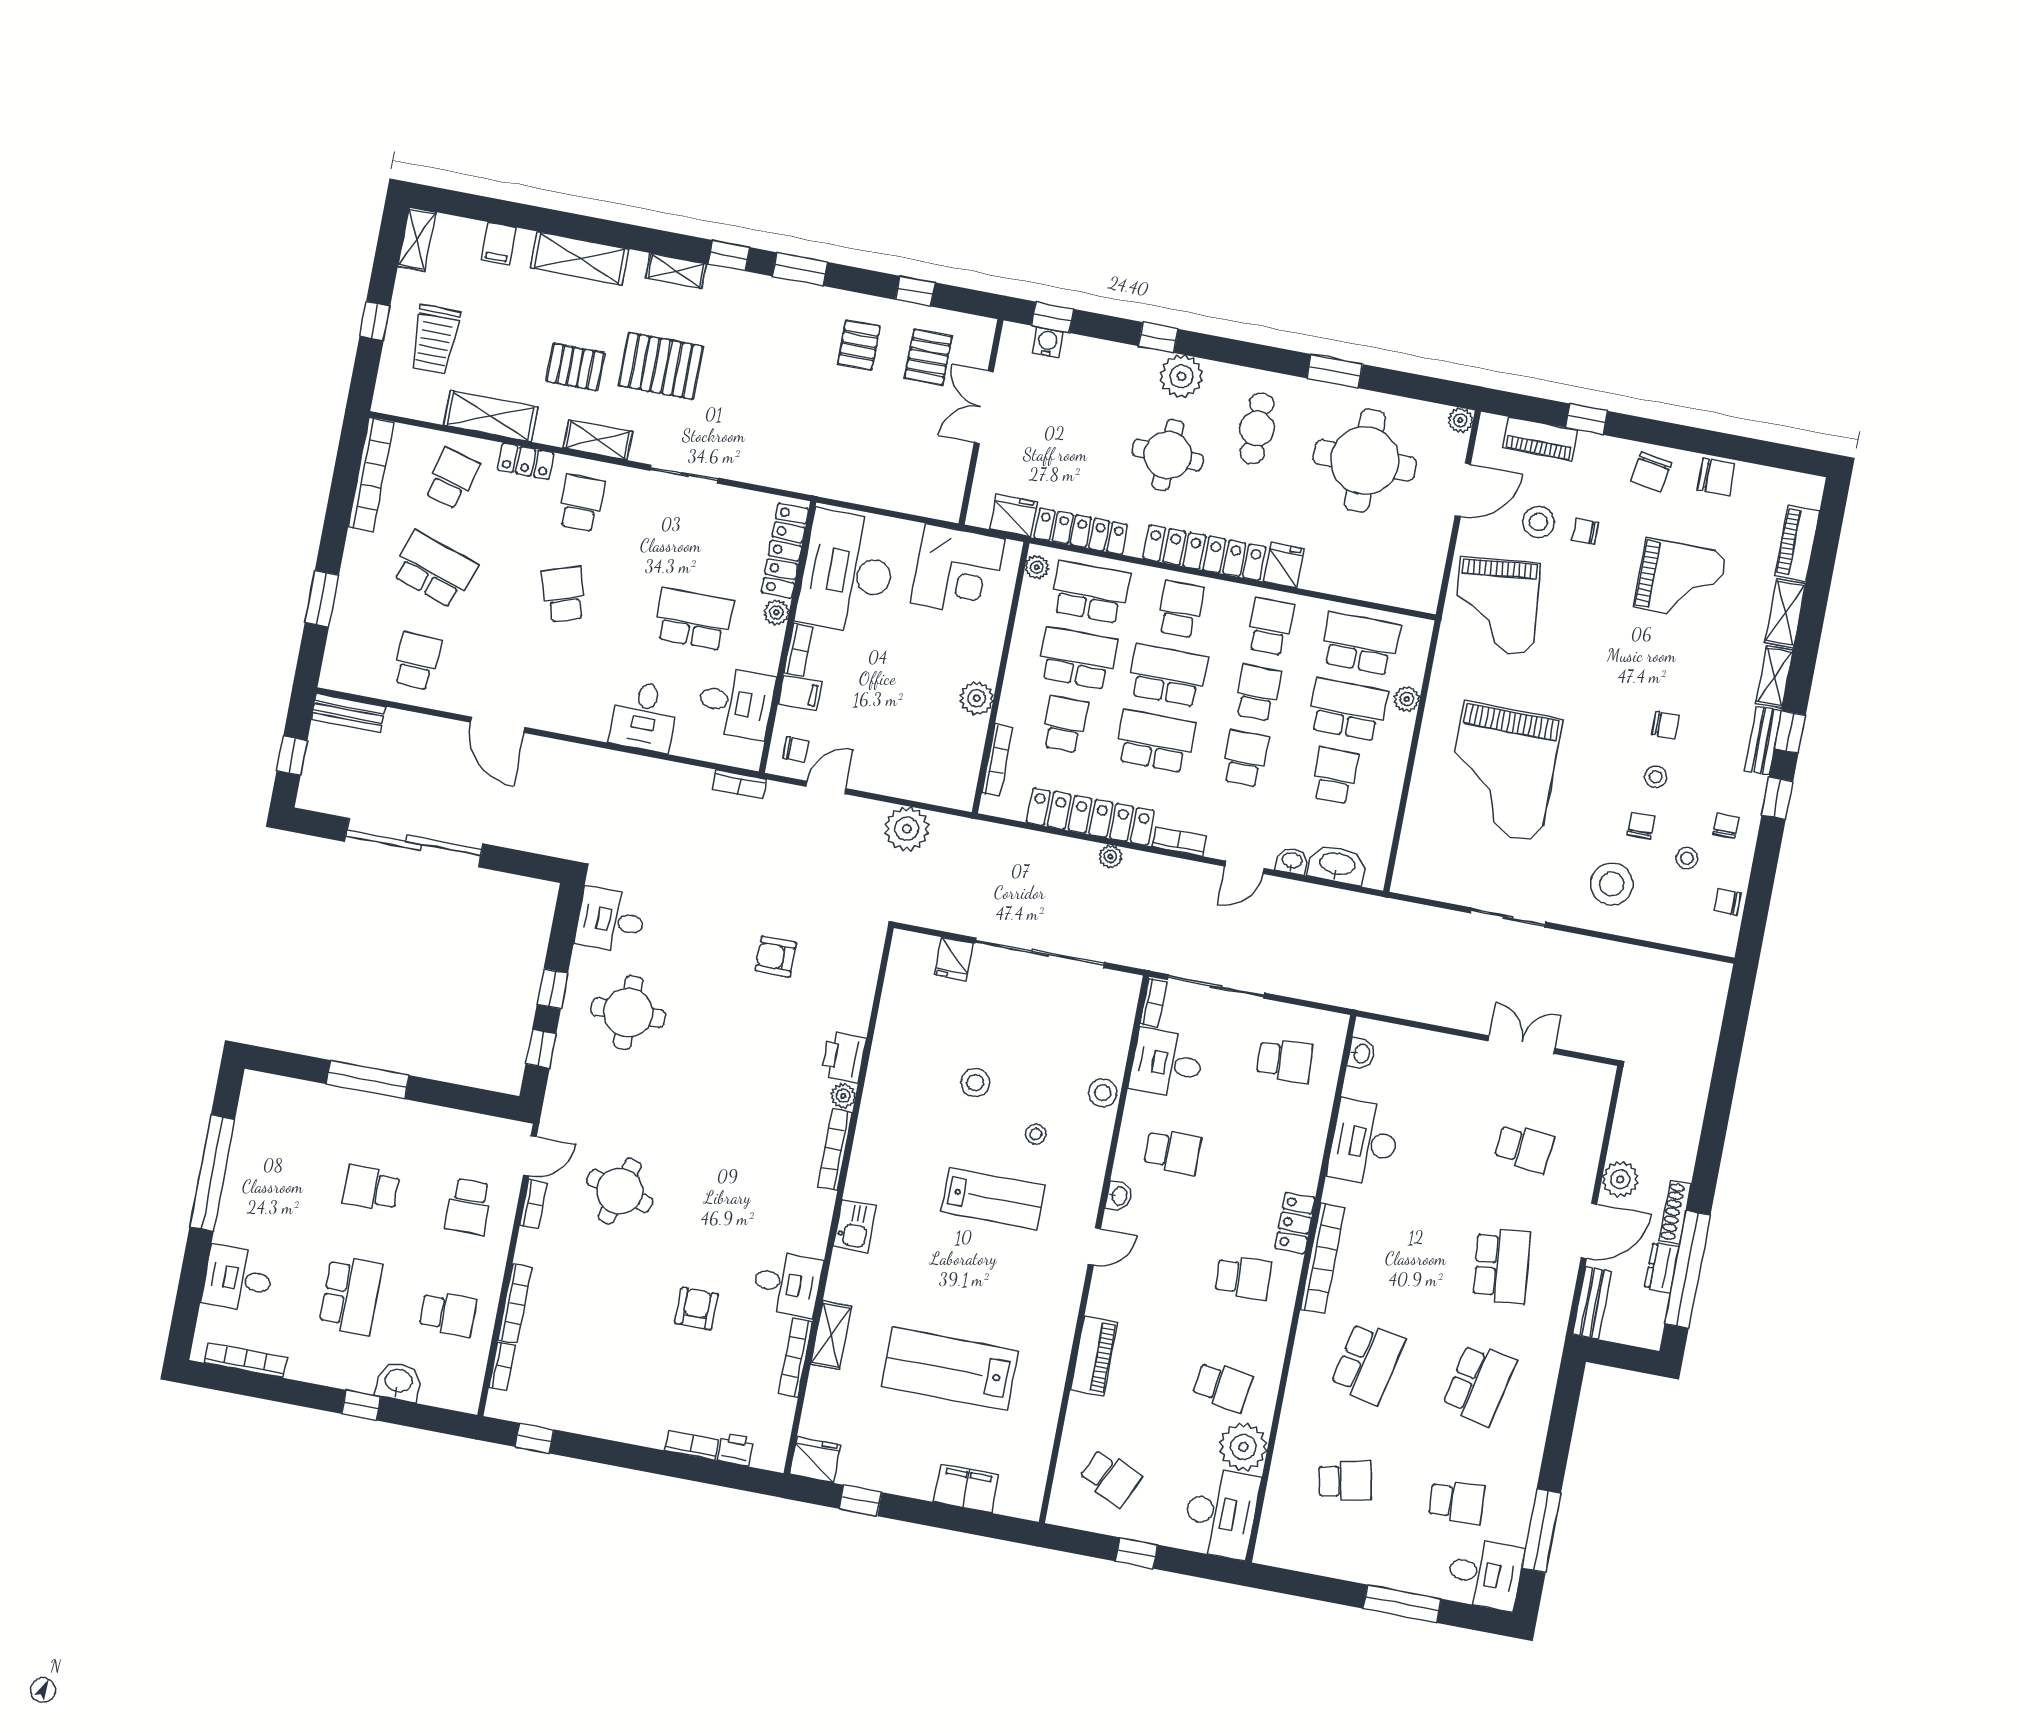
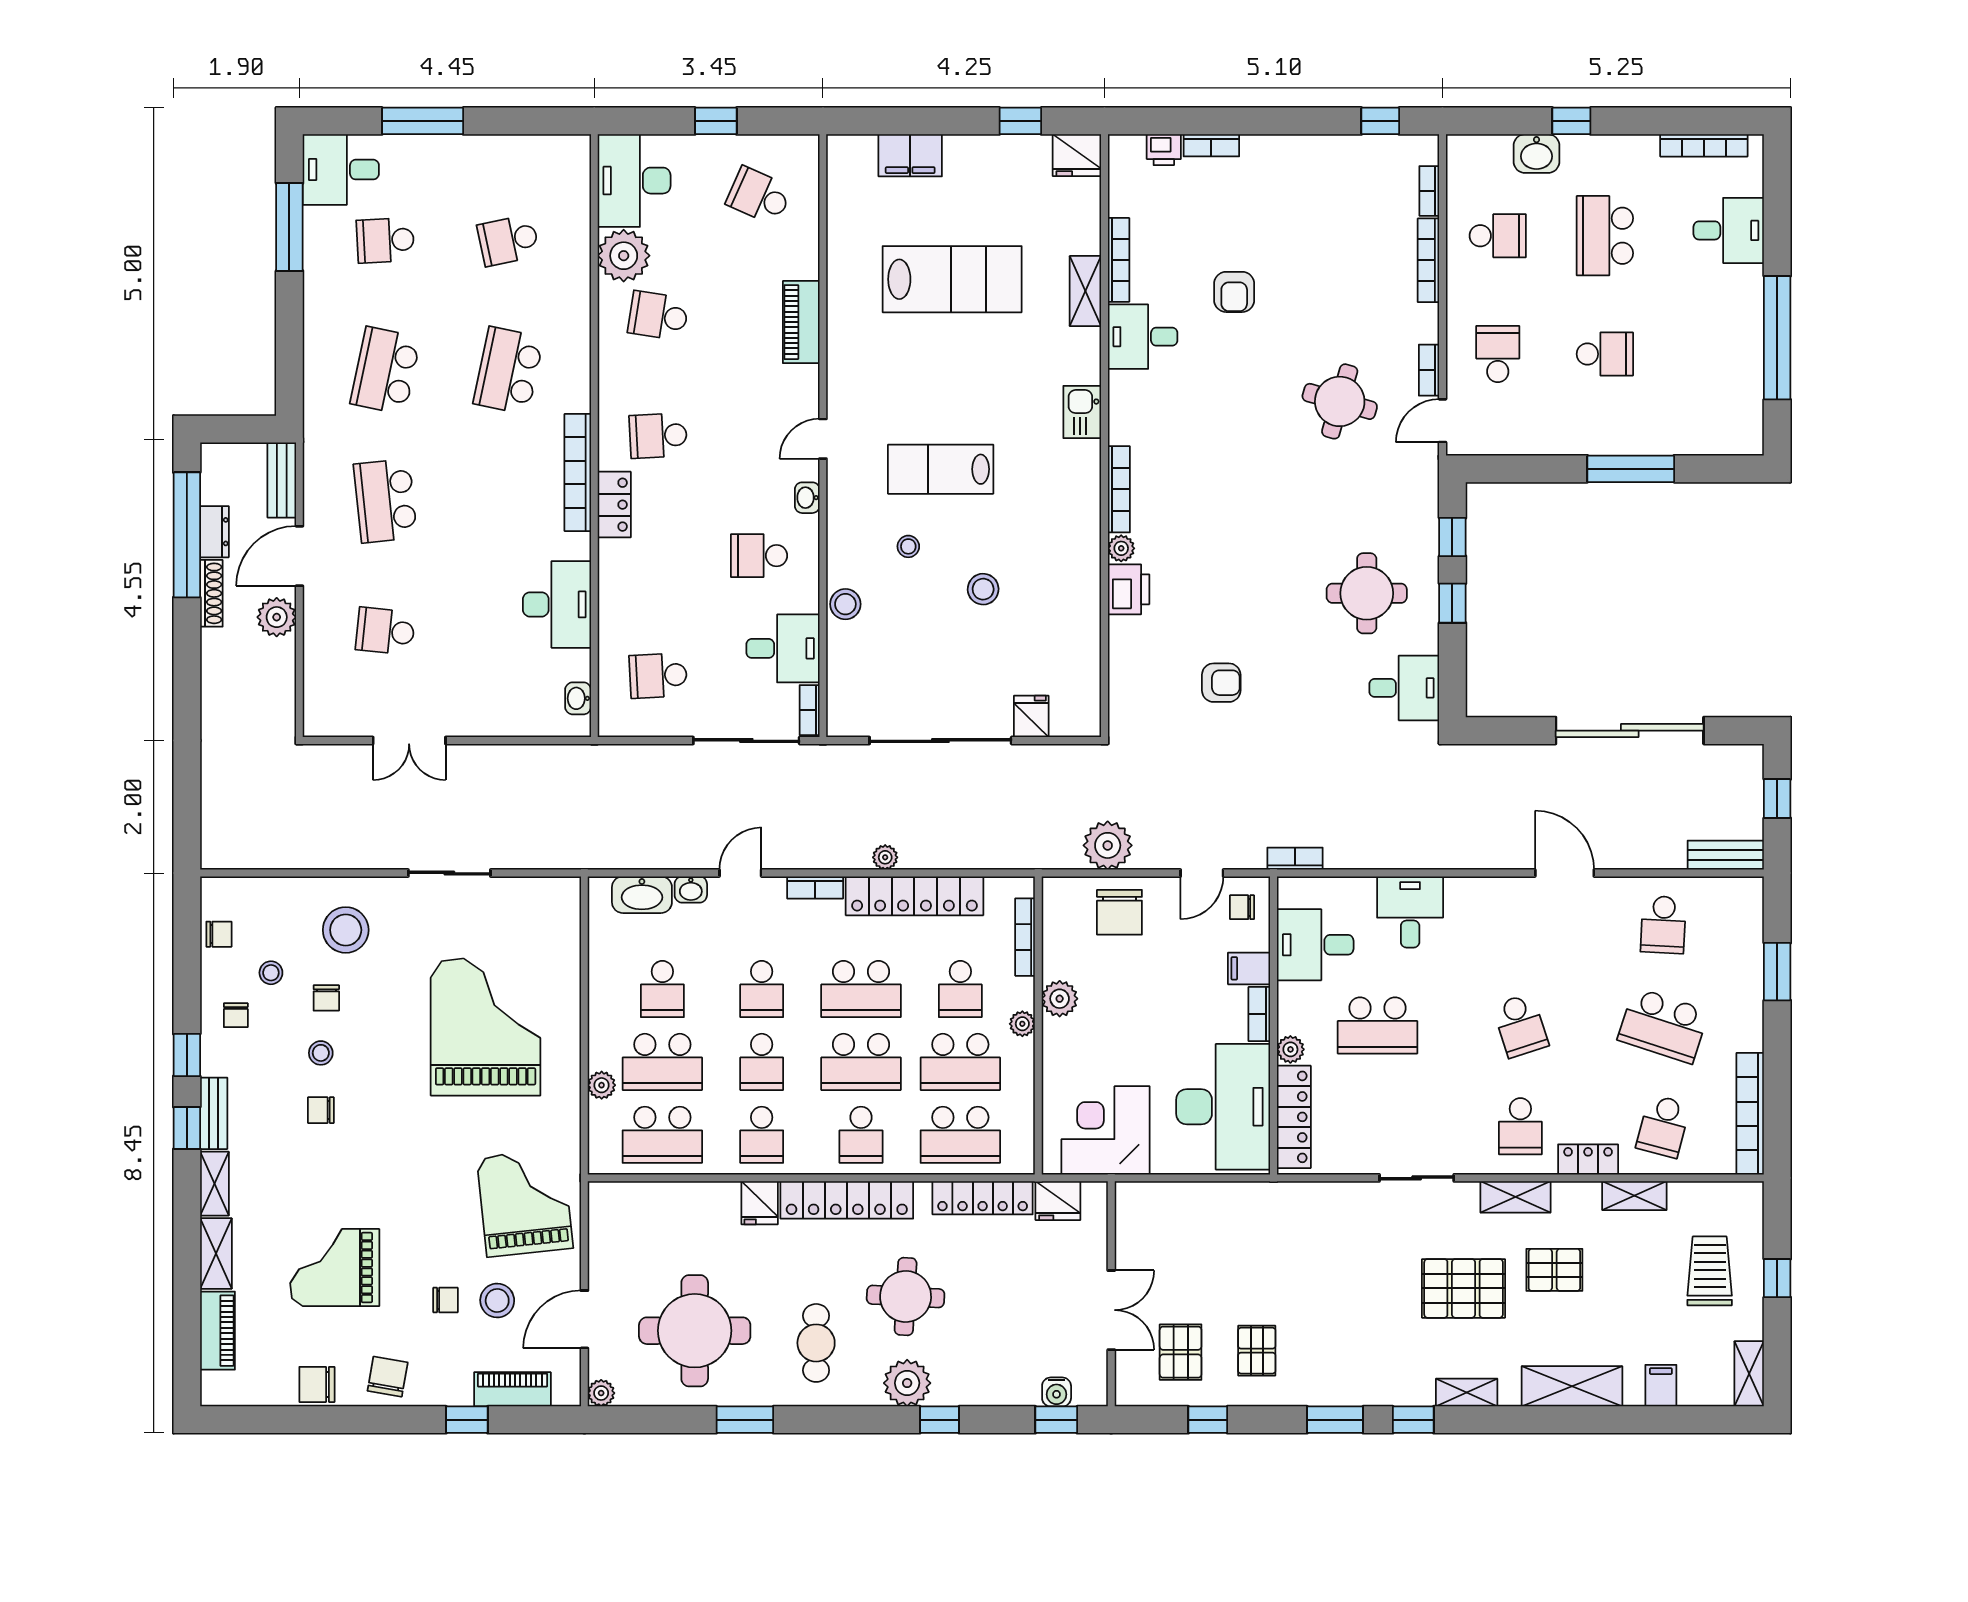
shelving: (491, 416) -> (1634, 1196), width x0.67, depth x0.75
plant: (1037, 567) -> (1022, 1024), moved
chair: (908, 766) -> (1119, 912), added
school desk: (448, 1314) -> (1498, 236), turned 180

